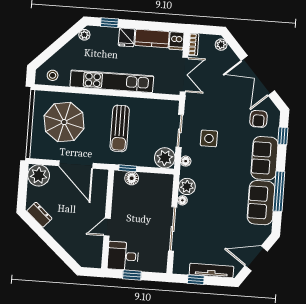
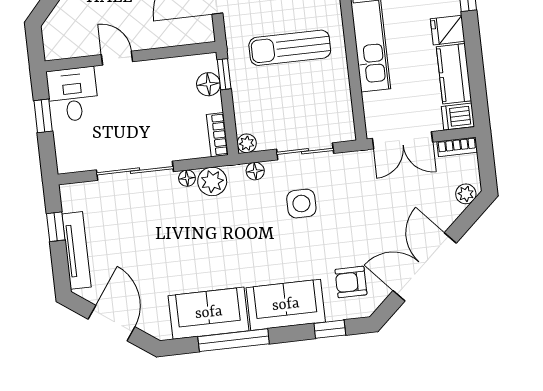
plant: (165, 158) -> (247, 143), width x0.53, depth x0.53
bookcase: (161, 179) -> (217, 135), added

